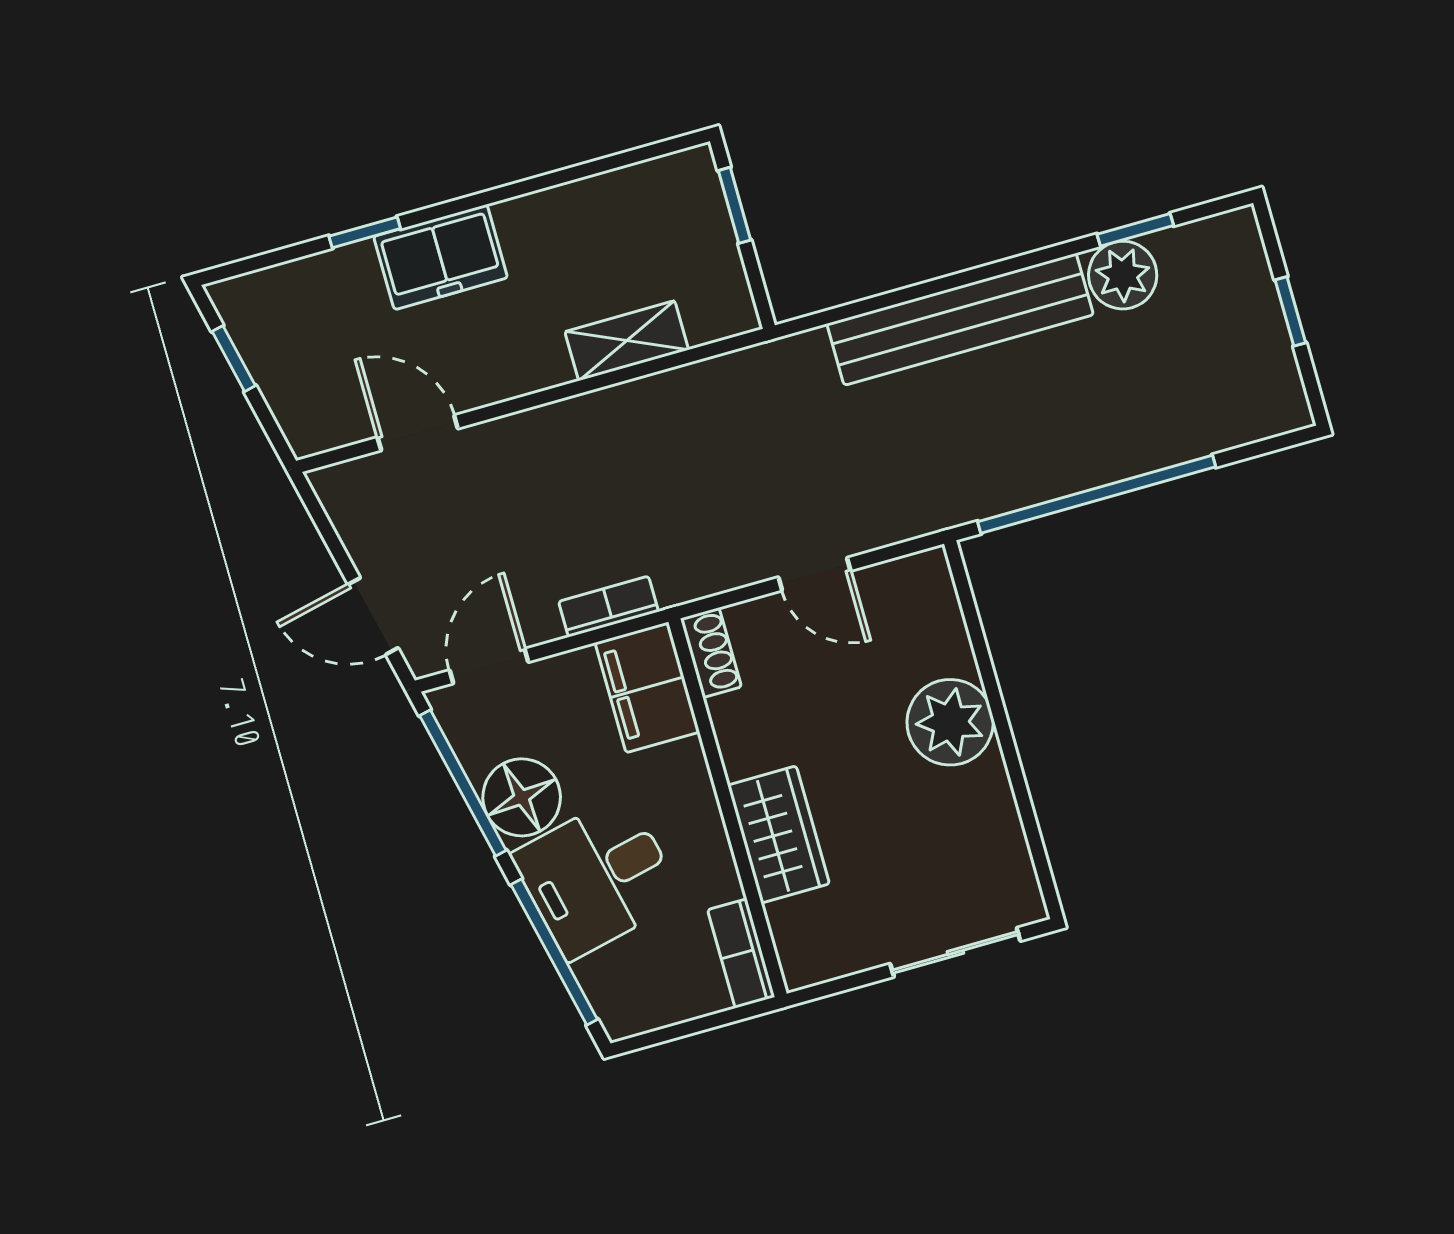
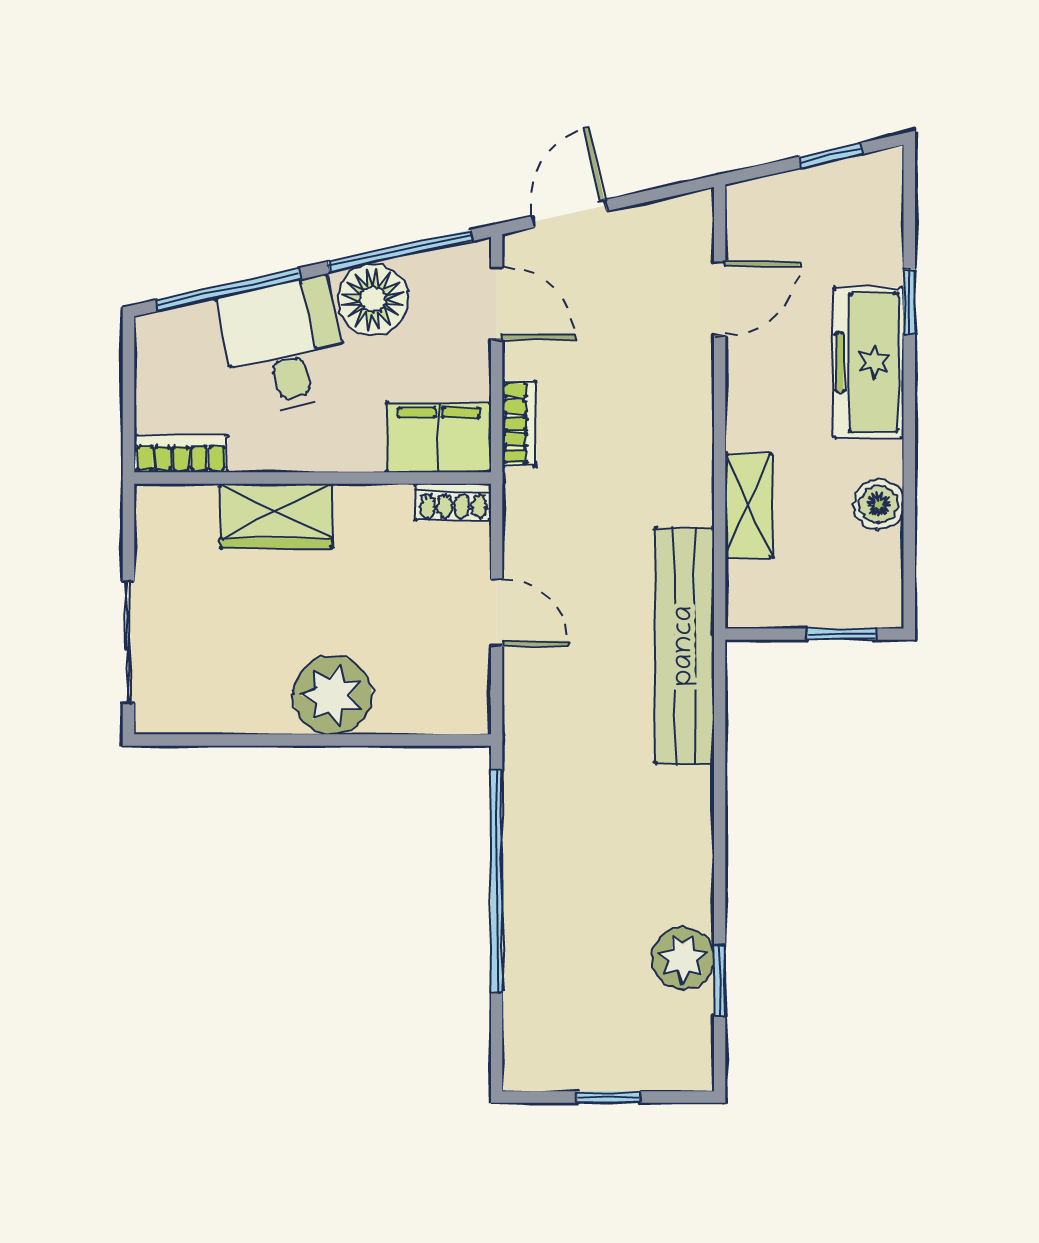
boiler: (587, 204) -> (879, 504), added
freezer: (441, 257) -> (869, 362), width x1.40
bench: (960, 319) -> (685, 646), moved
door: (814, 574) -> (497, 613), swing flipped

